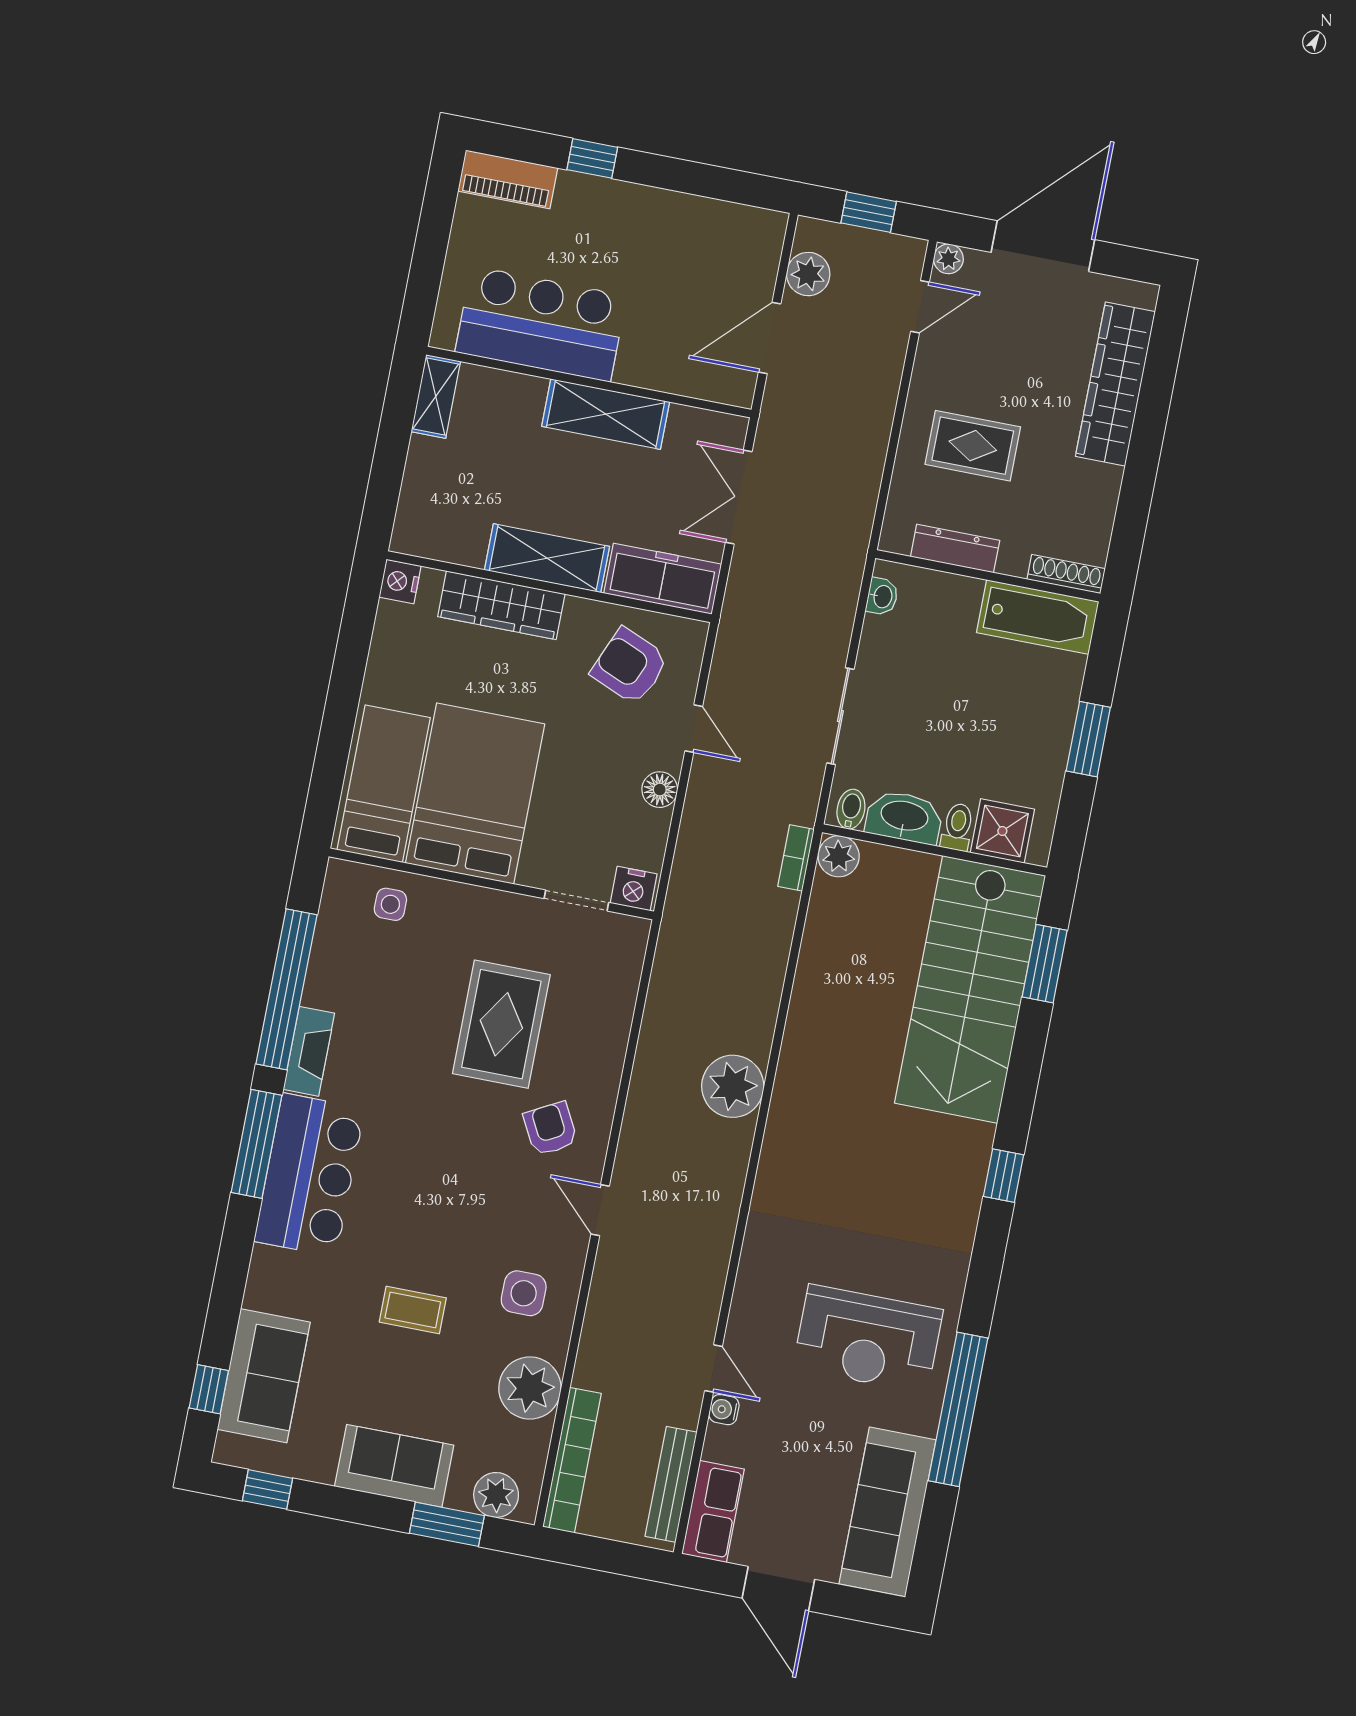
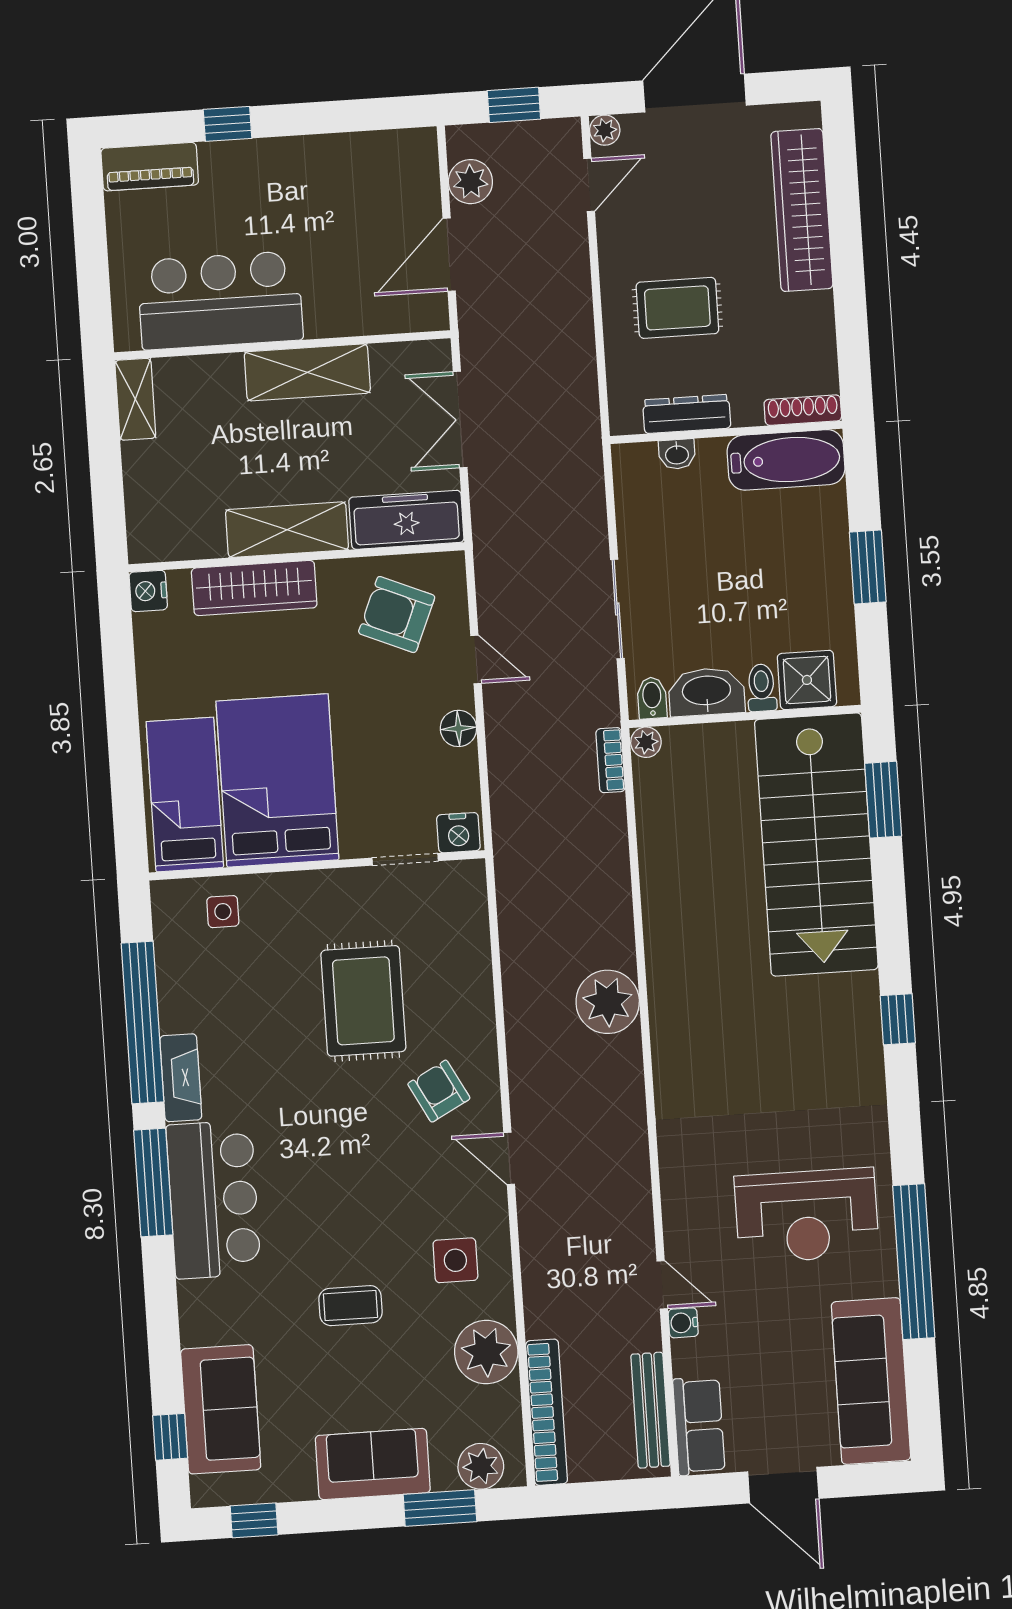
washbasin: (882, 596) -> (677, 454), moved, turned 90
plant: (839, 856) -> (646, 742), width x0.73, depth x0.73

